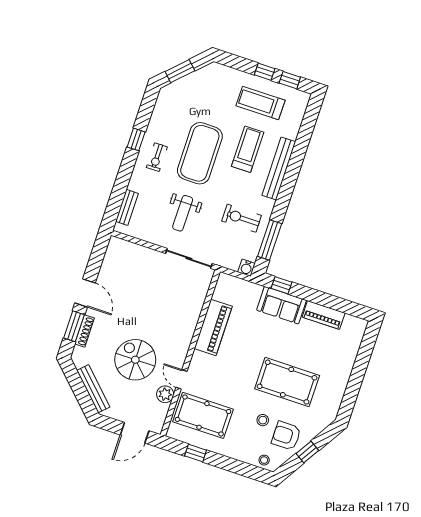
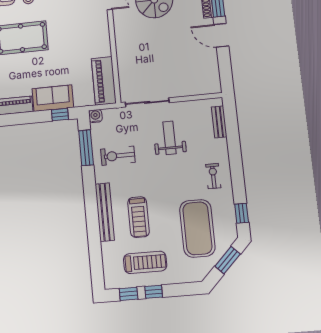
window: (136, 139) -> (242, 213), moved
exercise mat: (200, 153) -> (197, 228), moved
exercise bike: (242, 218) -> (118, 156), turned 180
piano: (213, 327) -> (104, 81), moved

